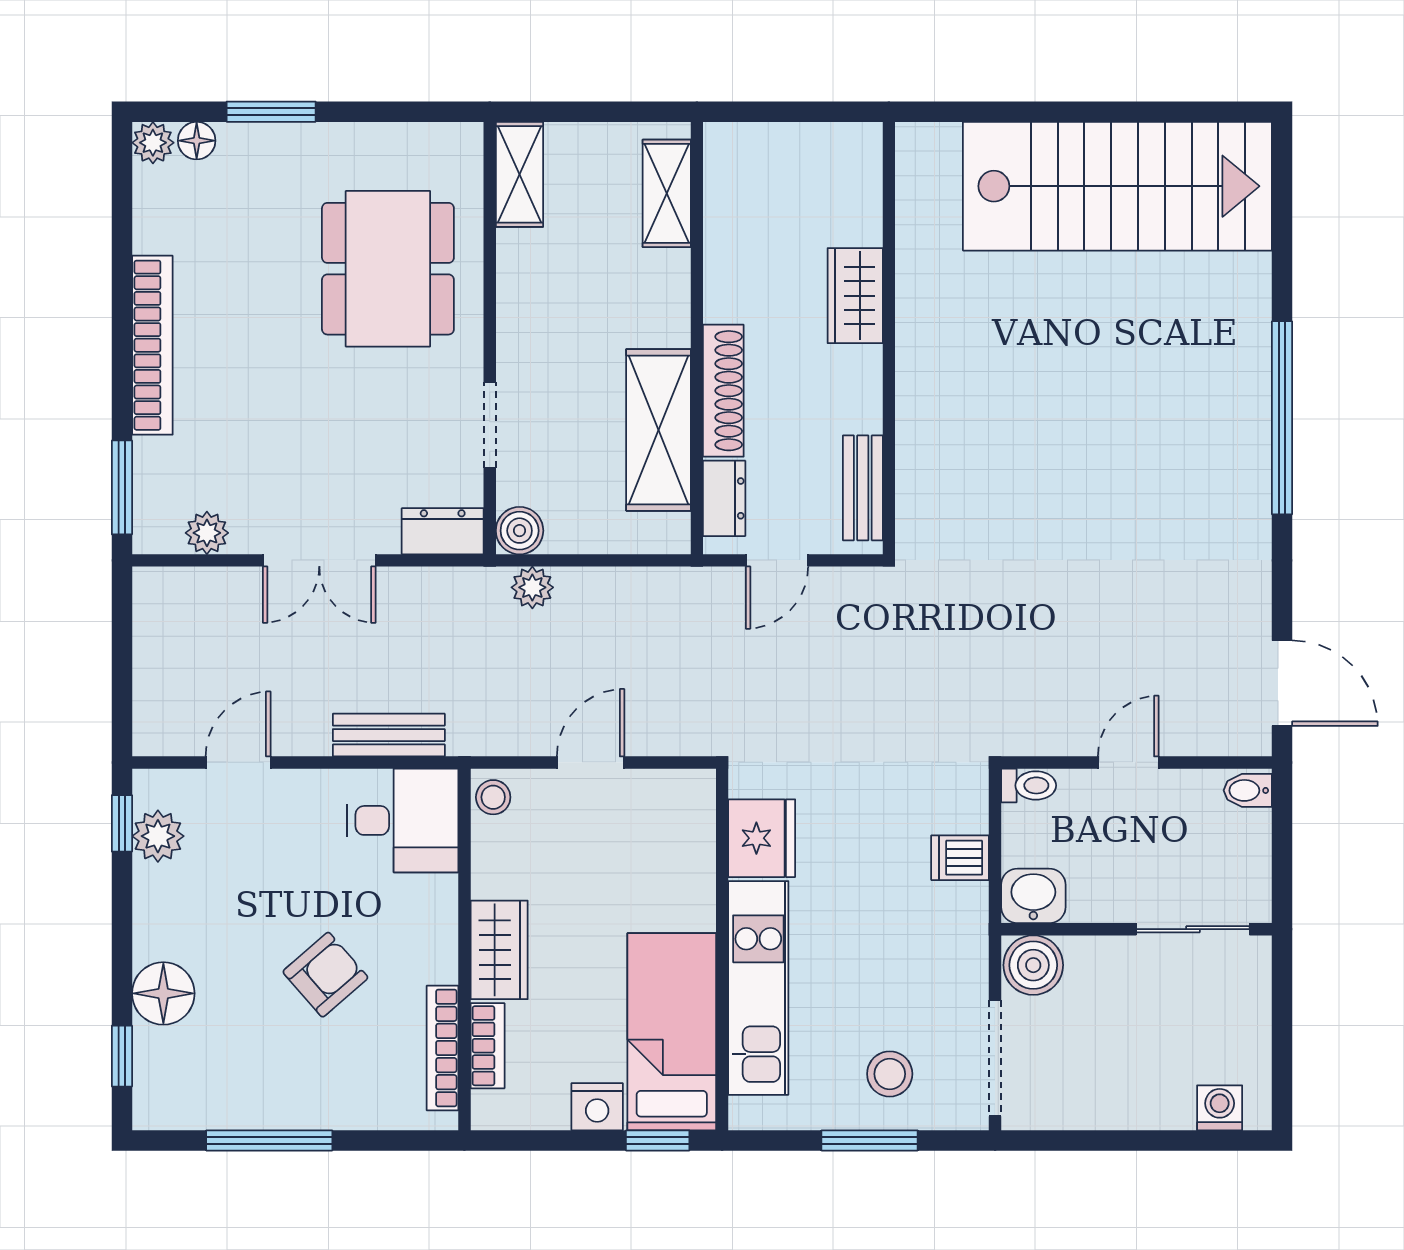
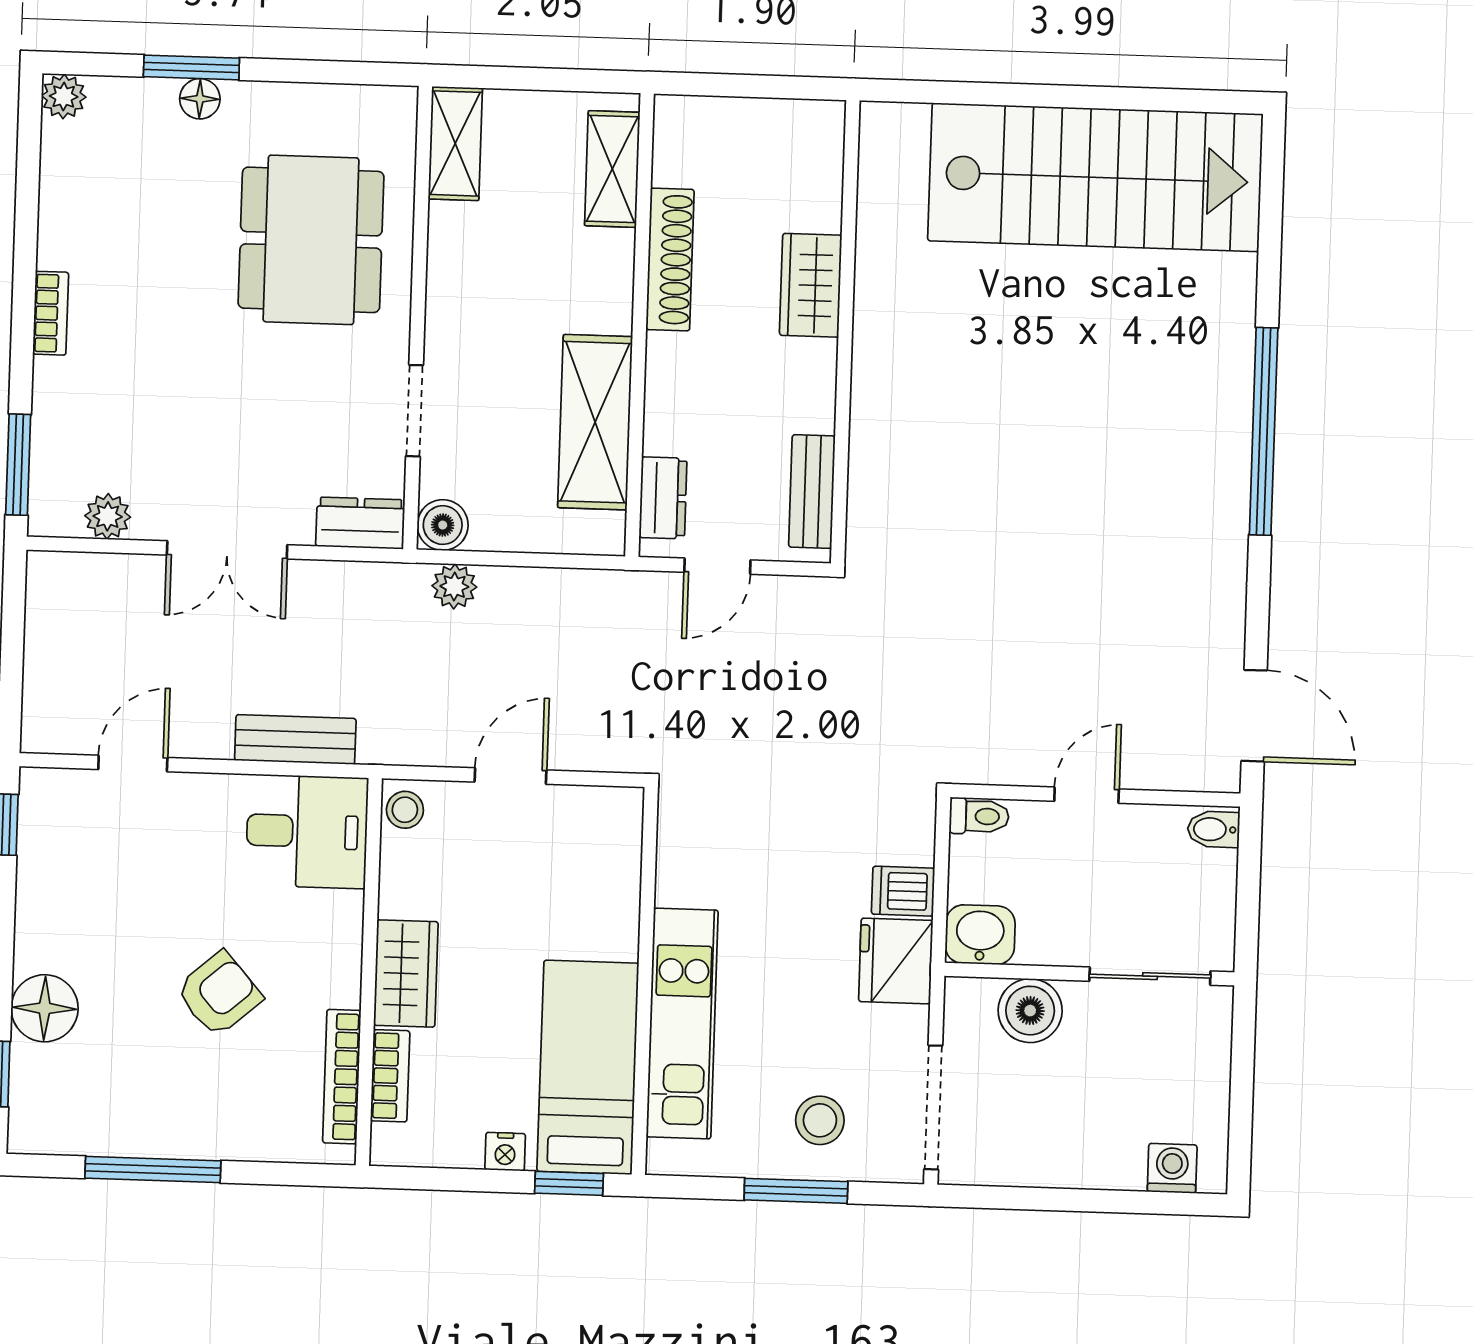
floor lamp: (197, 141) -> (200, 99), moved
bookcase: (152, 345) -> (51, 313), width x0.43, depth x0.76
shoe rack: (723, 391) -> (670, 259), moved
plant: (158, 836) -> (44, 840), removed
fridge: (762, 838) -> (896, 961), moved, turned 180
boiler: (1033, 965) -> (1030, 1011), moved
nightstand: (597, 1107) -> (505, 1152), width x0.72, depth x0.74

